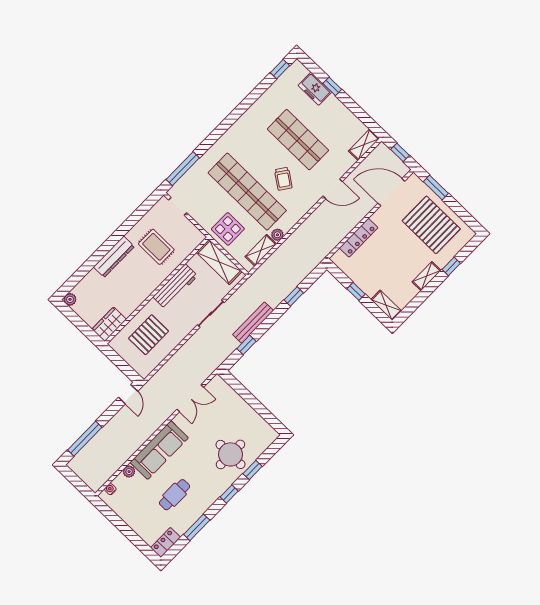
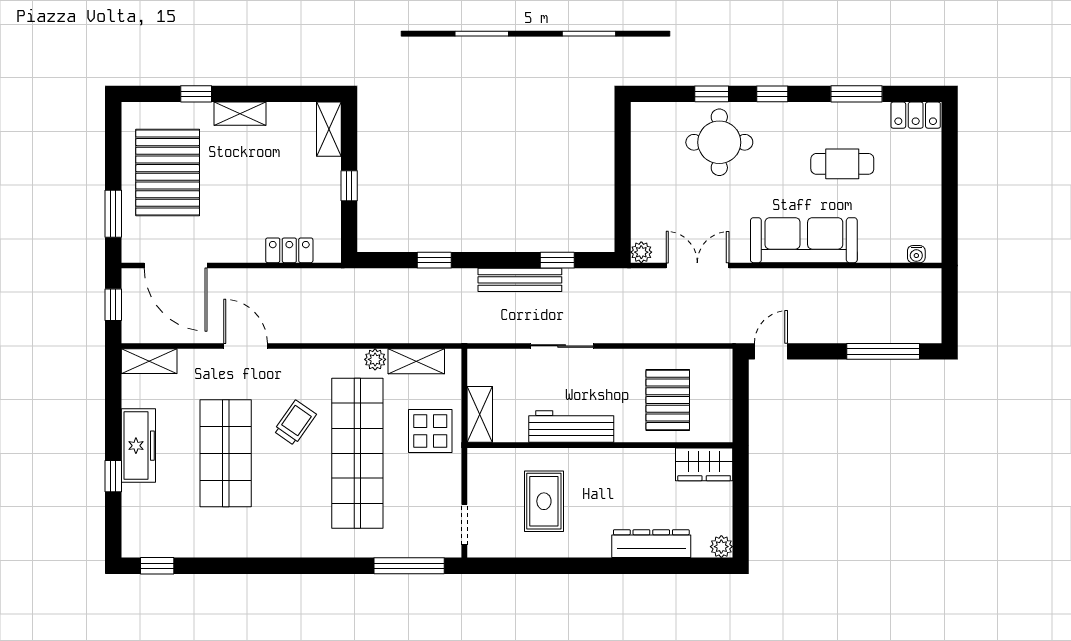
freezer: (315, 89) -> (138, 446), moved, width x1.40
locker: (359, 238) -> (289, 250), width x0.66
dresser: (114, 257) -> (651, 544), moved
shelving: (219, 262) -> (480, 414), width x0.67, depth x0.75
pallet: (149, 335) -> (668, 400), turned 90
plant: (129, 472) -> (641, 252), moved

